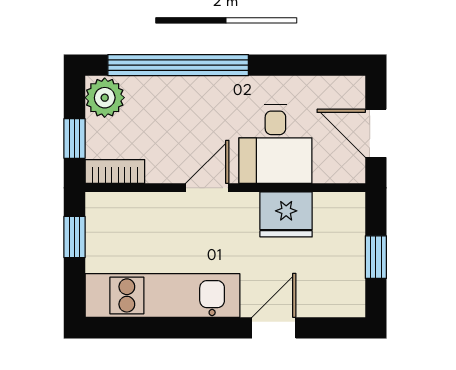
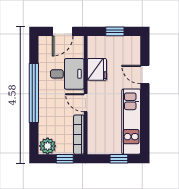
window: (178, 65) -> (34, 93), moved
bookcase: (115, 172) -> (79, 135), width x1.56
window: (74, 237) -> (119, 159), moved

